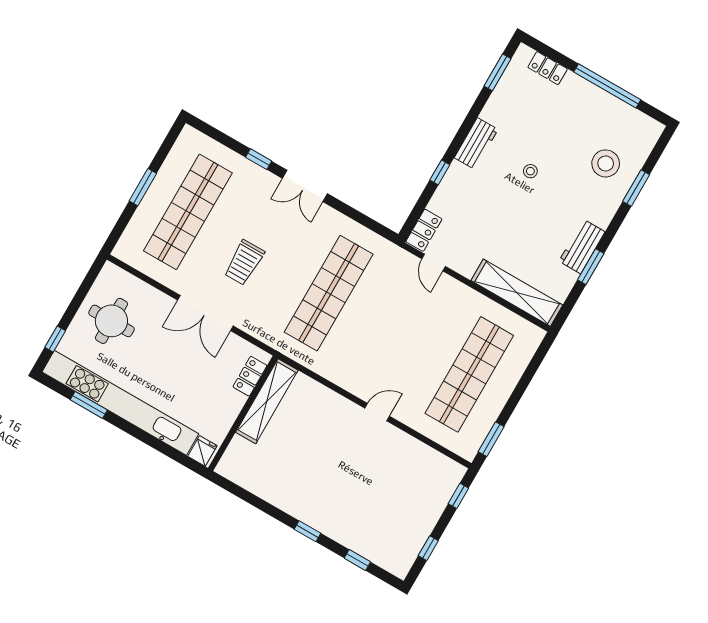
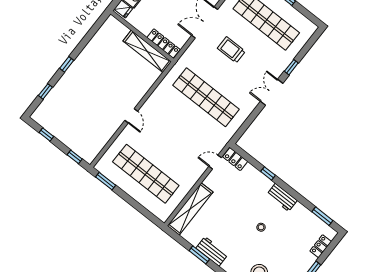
locker: (250, 376) -> (163, 43), width x1.53

